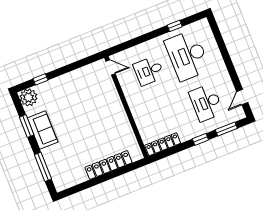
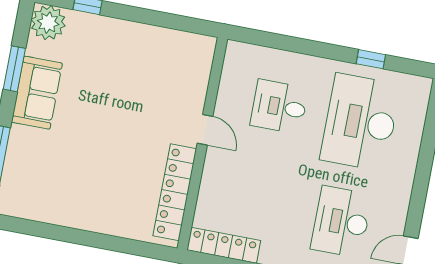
door: (110, 67) -> (205, 130), moved
locker: (109, 165) -> (175, 192), moved, turned -90

